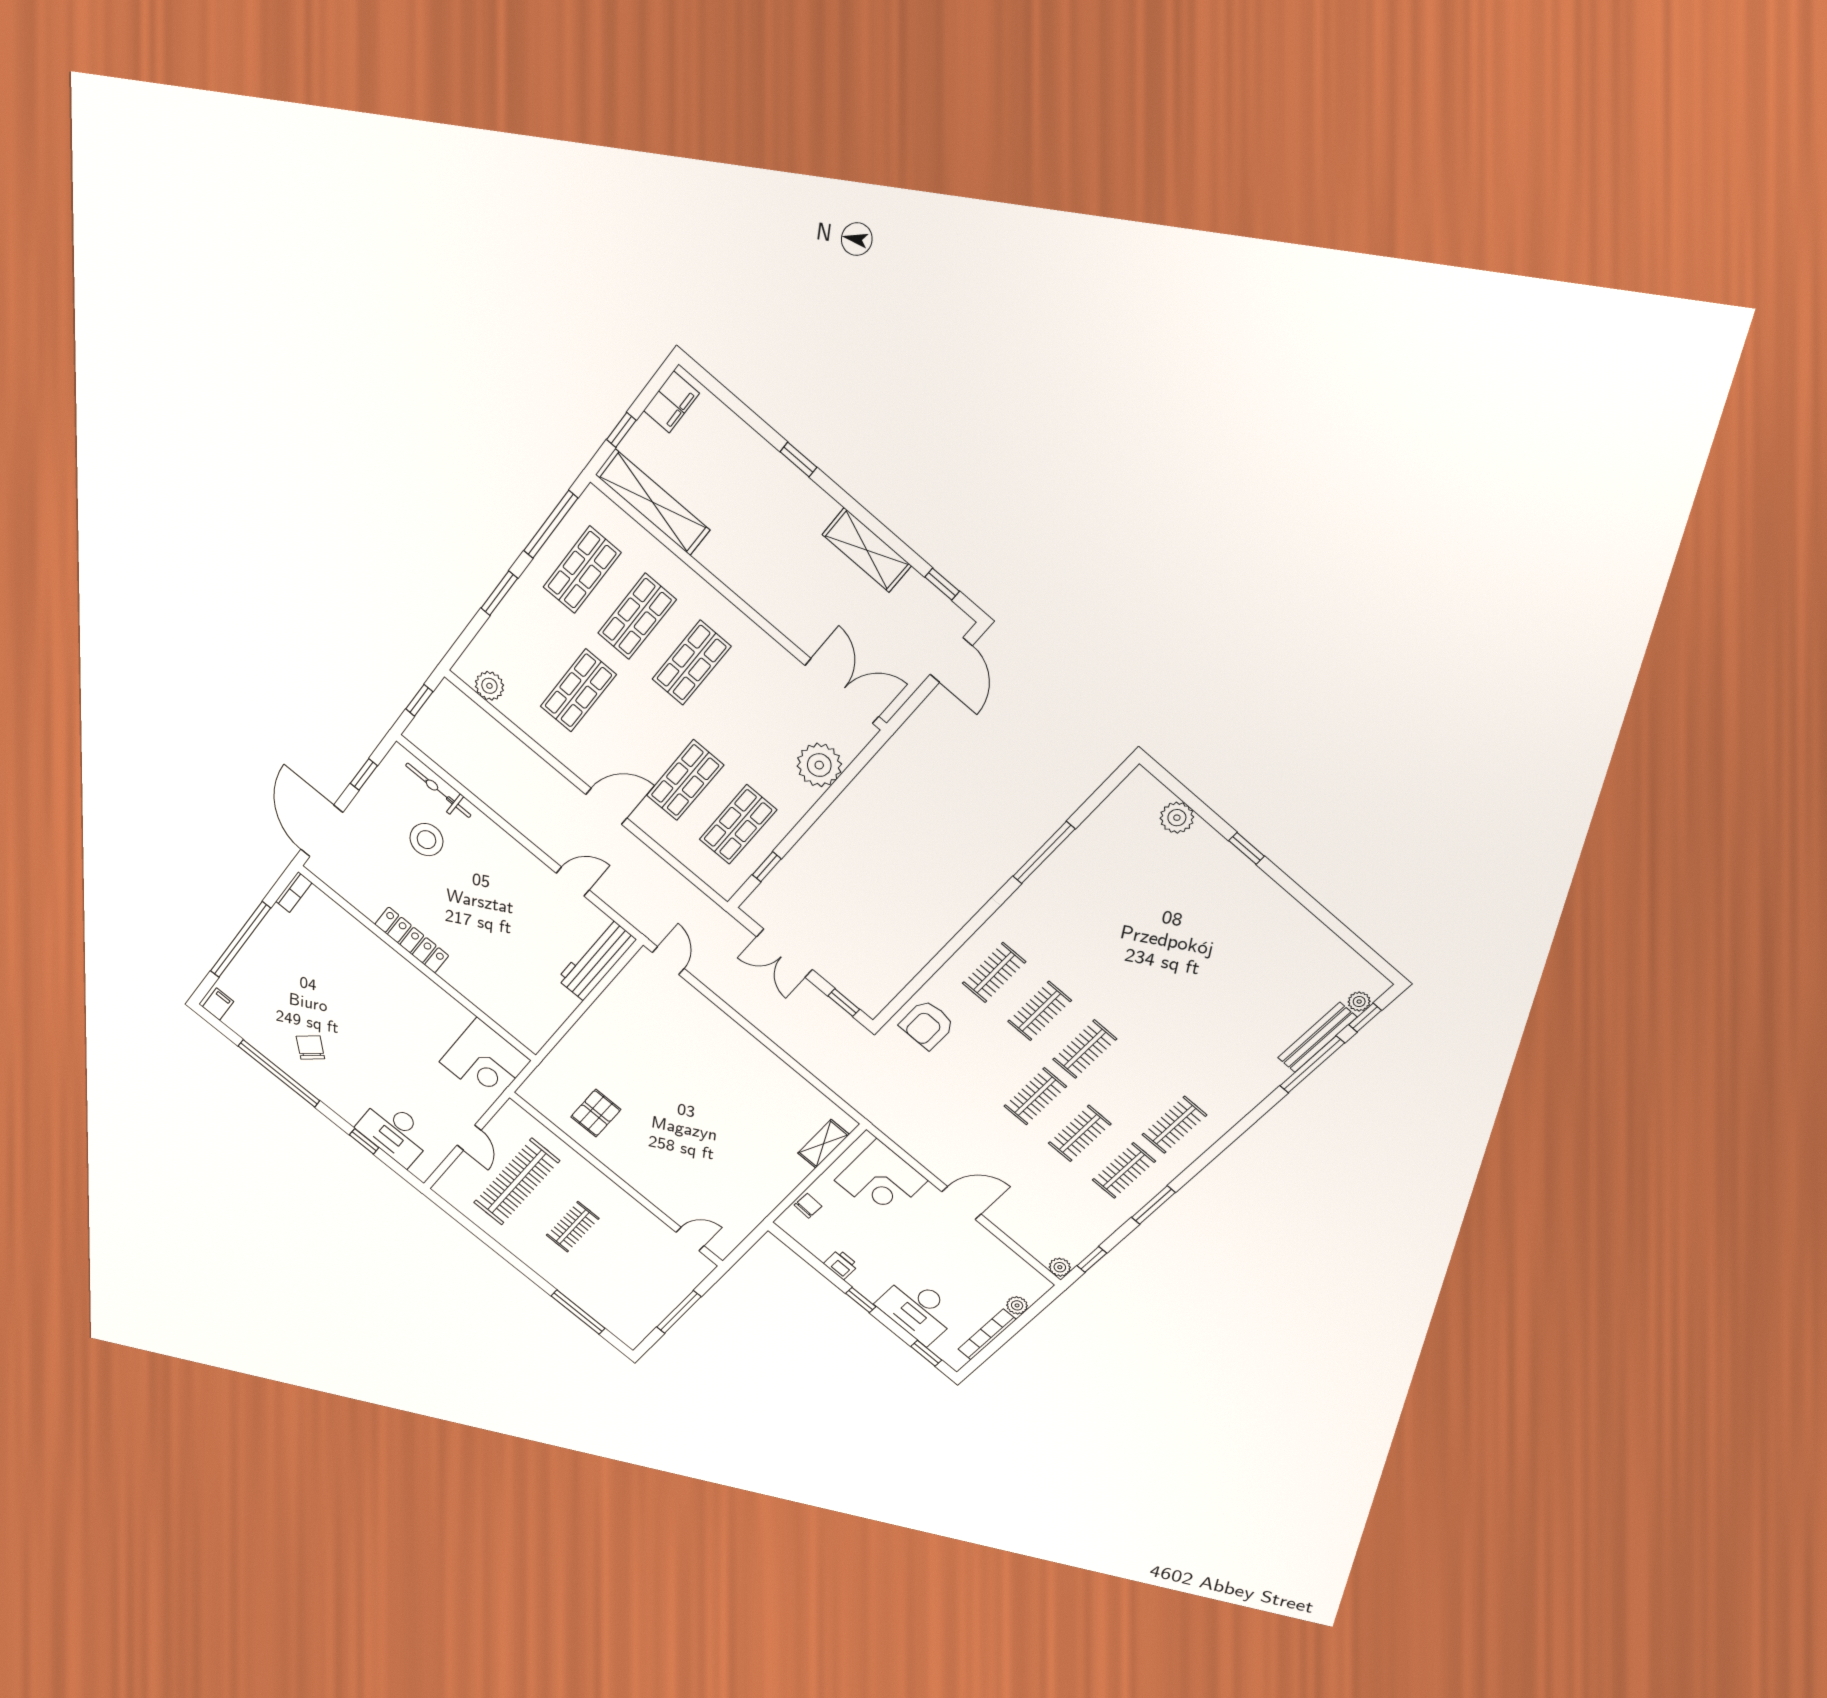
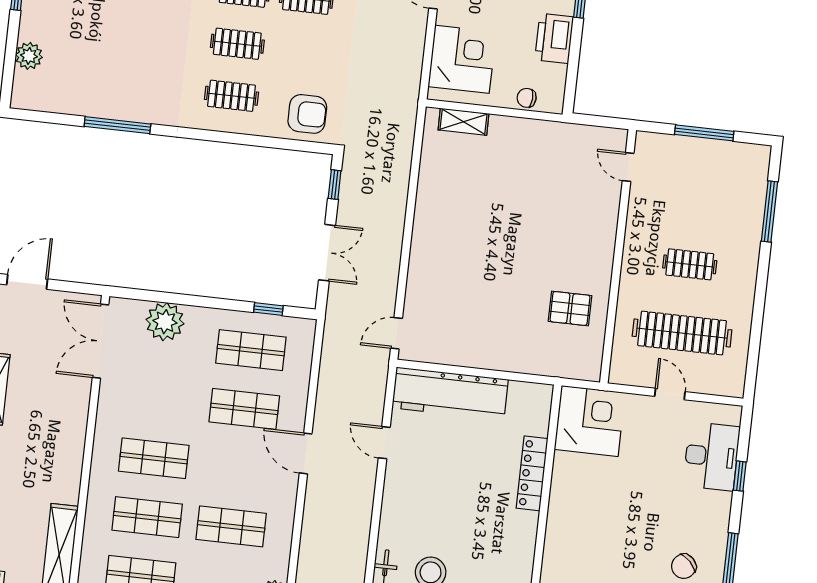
locker: (412, 940) -> (532, 473), moved
workbench: (596, 960) -> (450, 394), width x1.36, depth x1.32
door: (469, 1138) -> (670, 394), hinge flipped
printer: (841, 1264) -> (554, 38), width x1.87, depth x1.48

